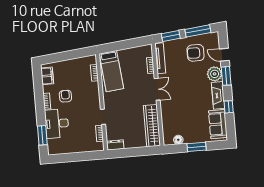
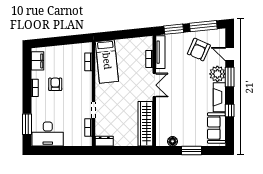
armchair: (196, 53) -> (199, 50), turned -66
desk: (57, 124) -> (48, 134), moved, turned -90

